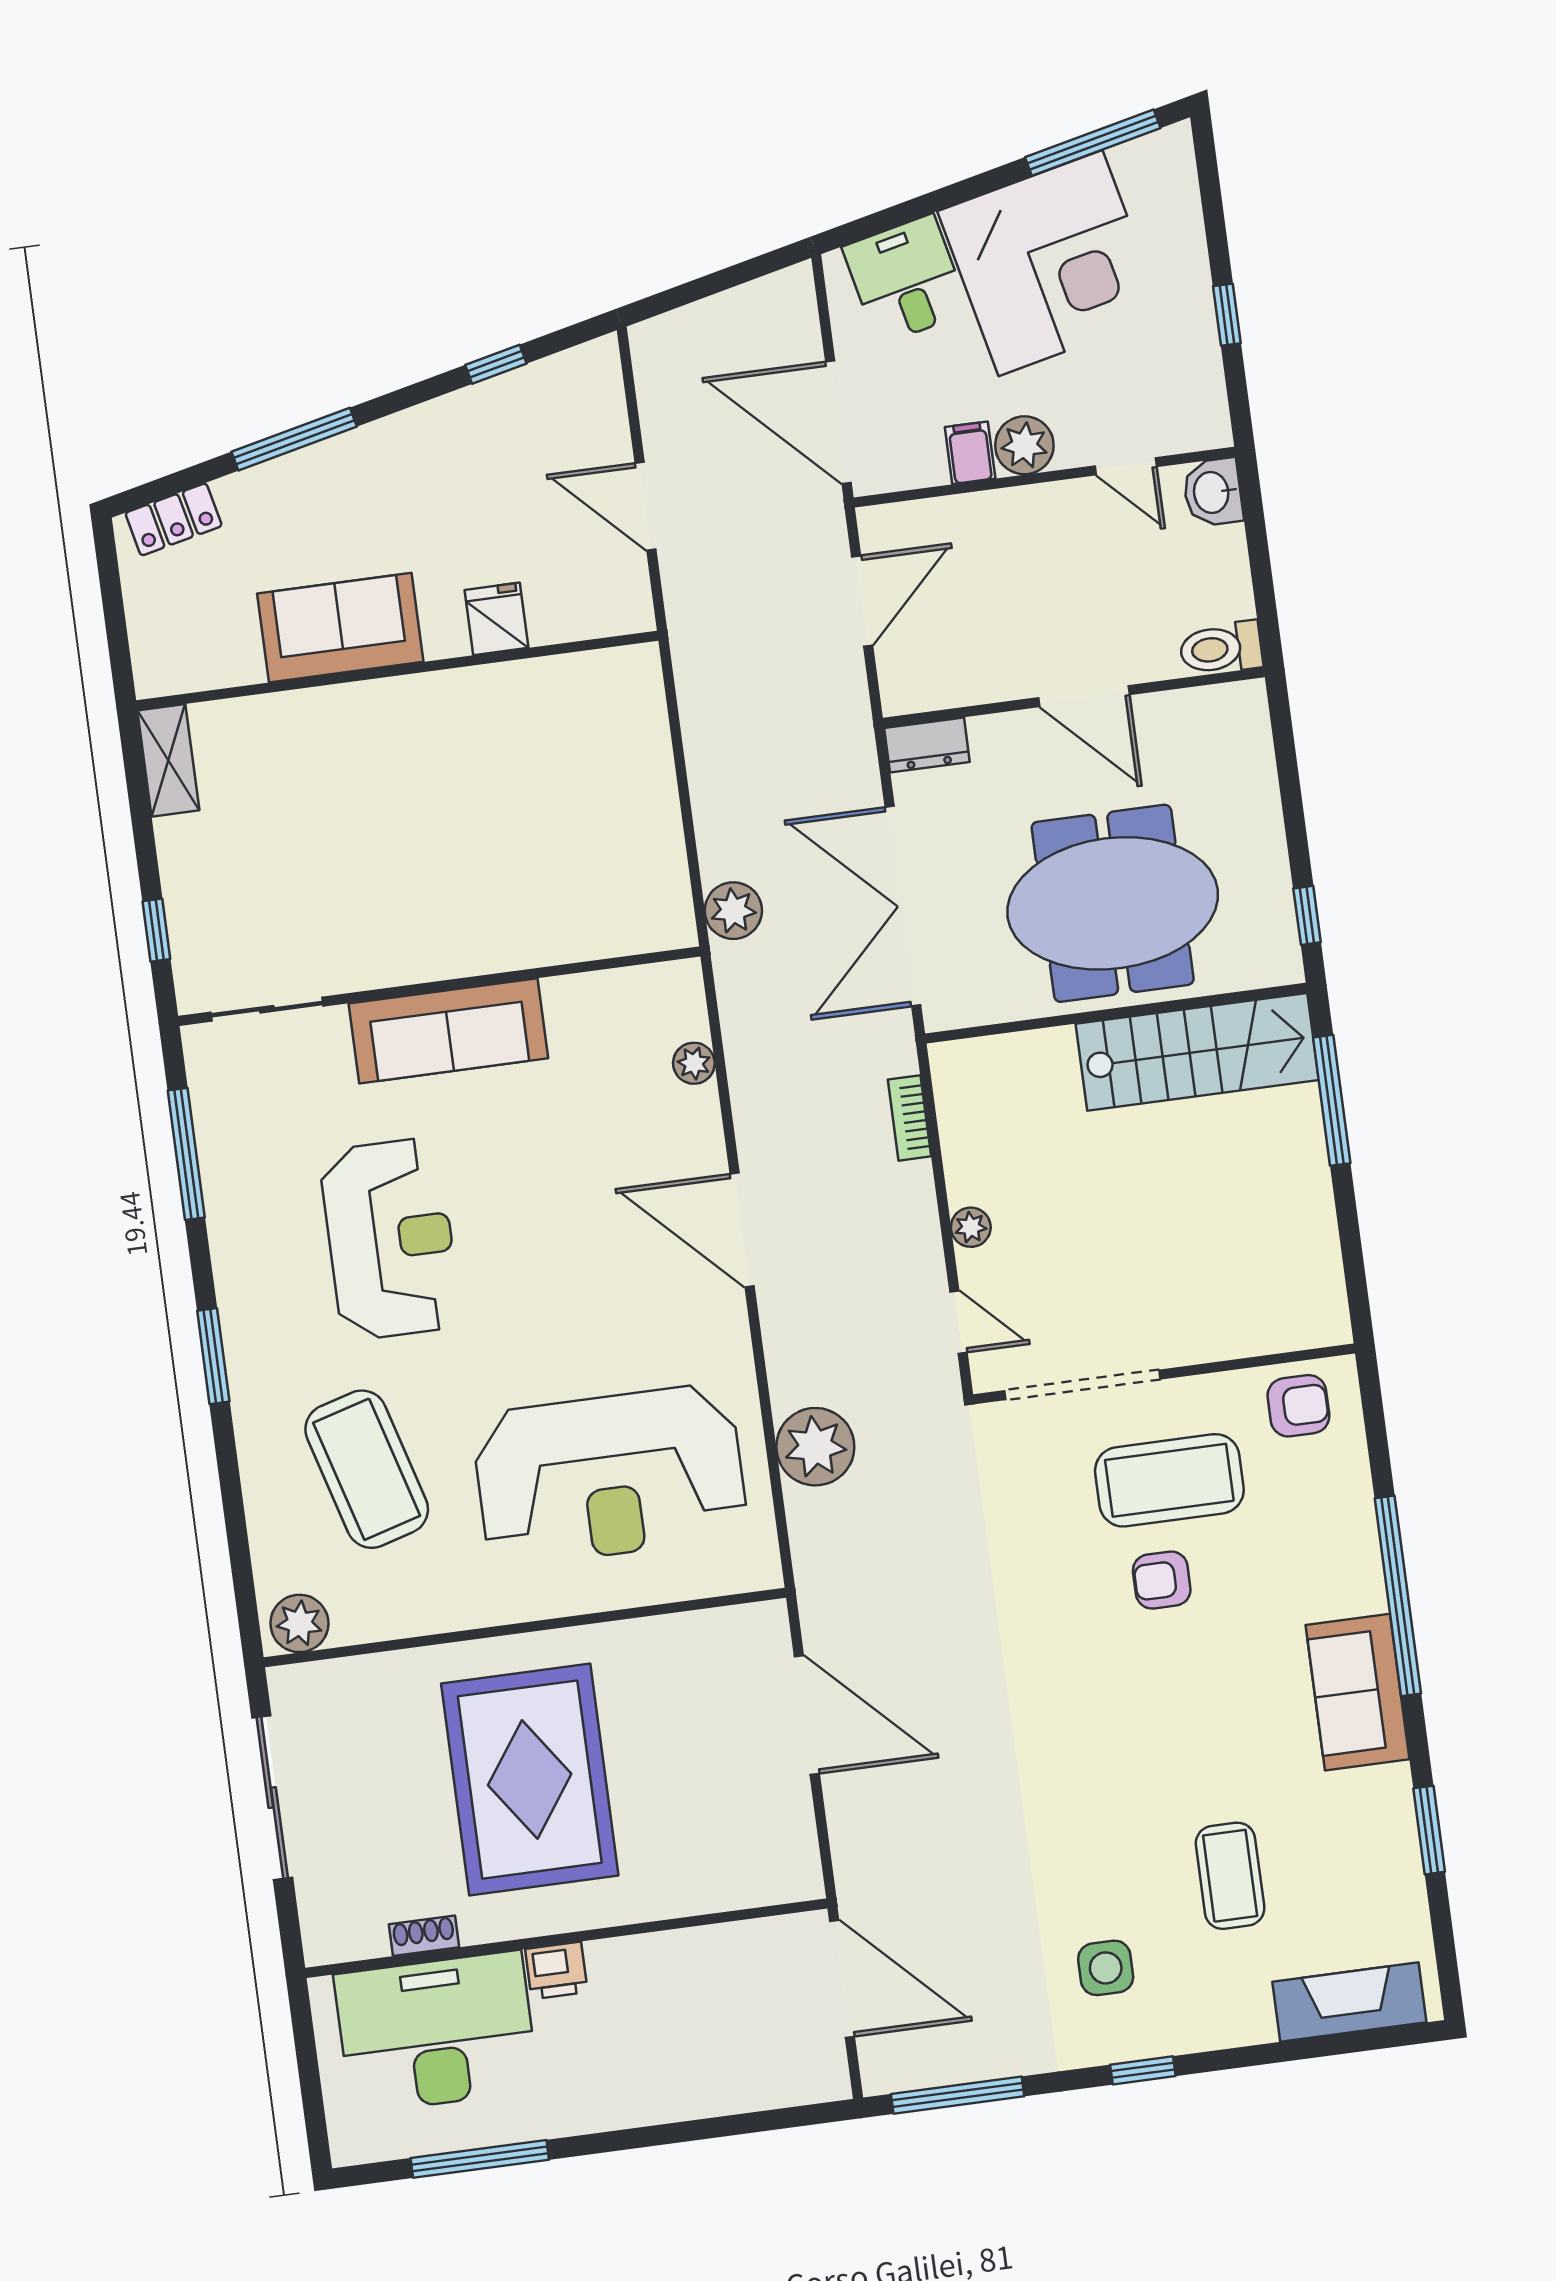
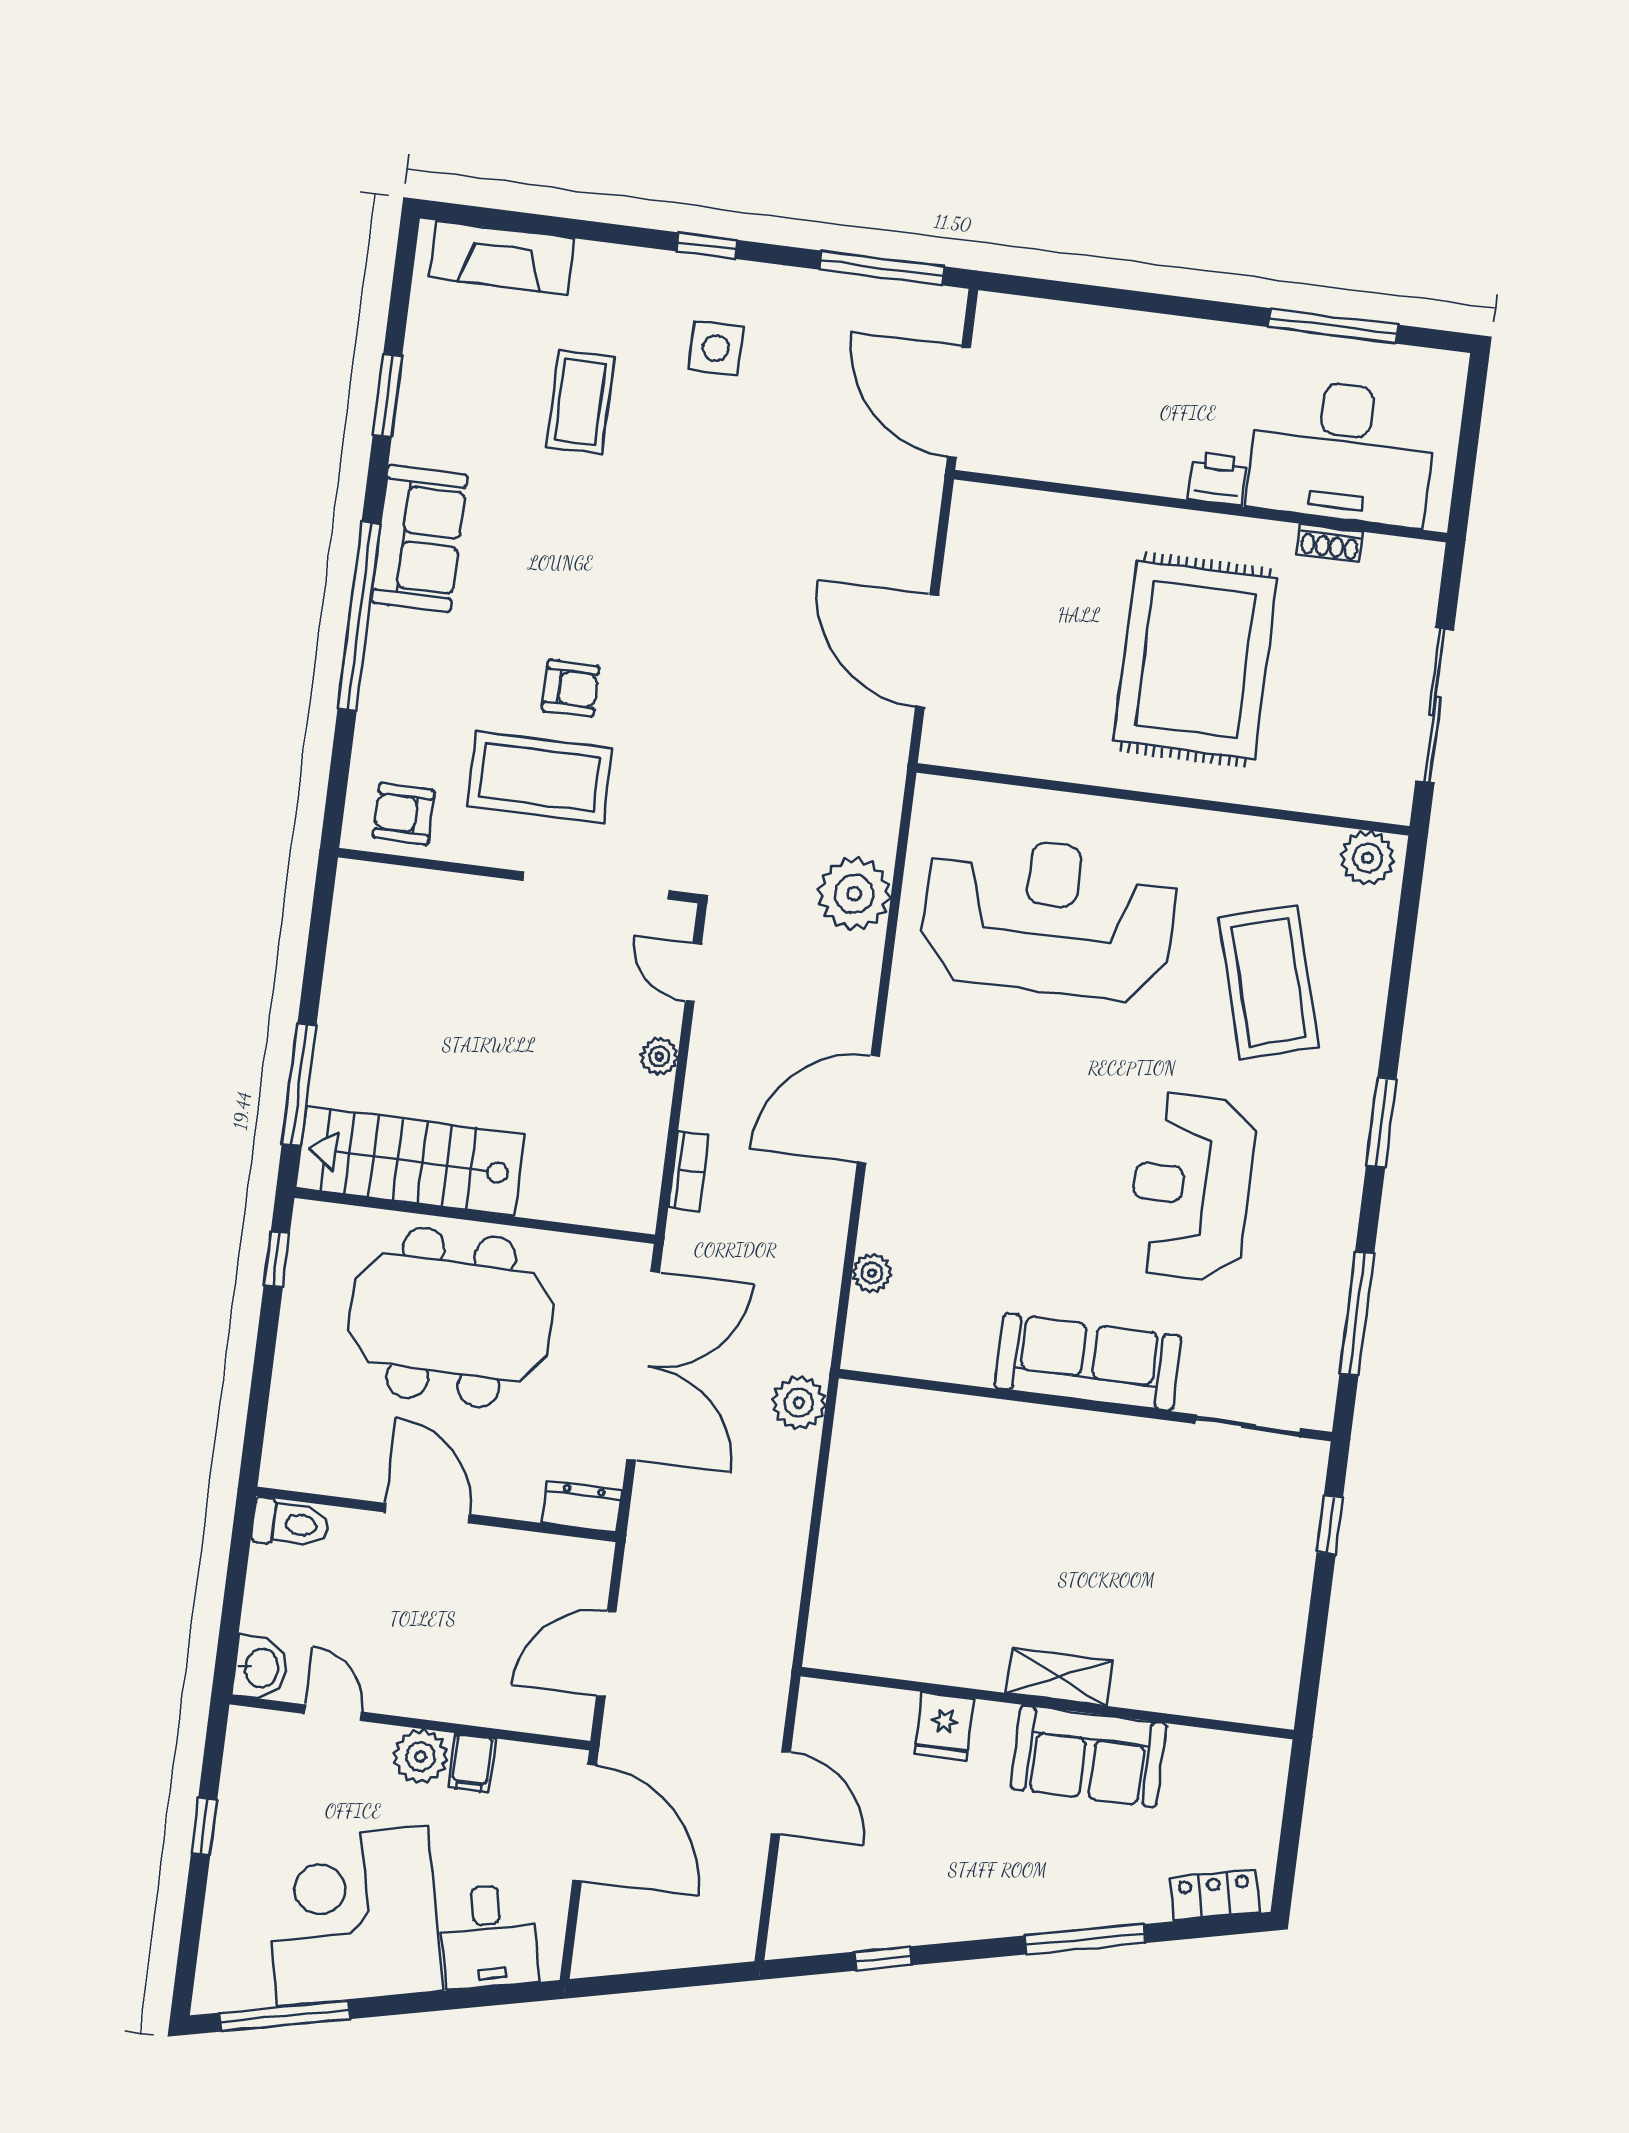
shelving: (168, 760) -> (1059, 1677), moved, turned 90
door: (742, 1230) -> (868, 1109), swing flipped

